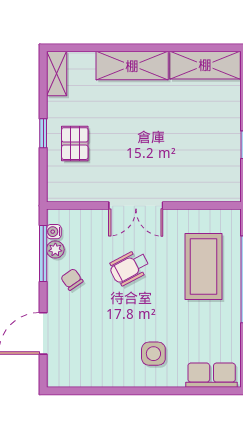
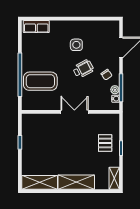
coffee table: (204, 267) -> (40, 81), turned 90
wheelchair: (130, 268) -> (83, 69), moved
side table: (153, 354) -> (76, 45), moved

